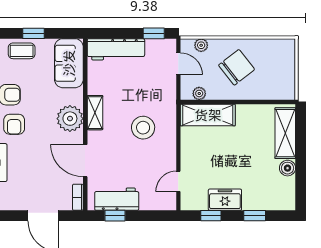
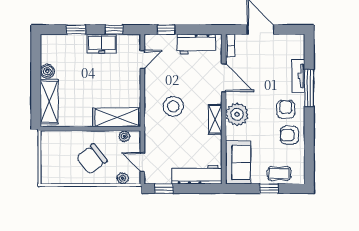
window: (115, 216) -> (166, 30), moved

